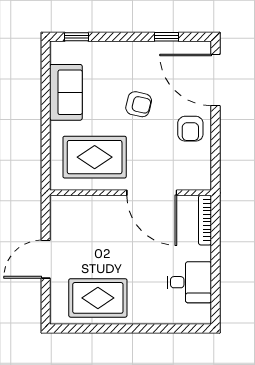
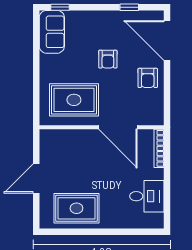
sofa: (66, 92) -> (52, 32), moved
armchair: (139, 104) -> (108, 59), turned 77

